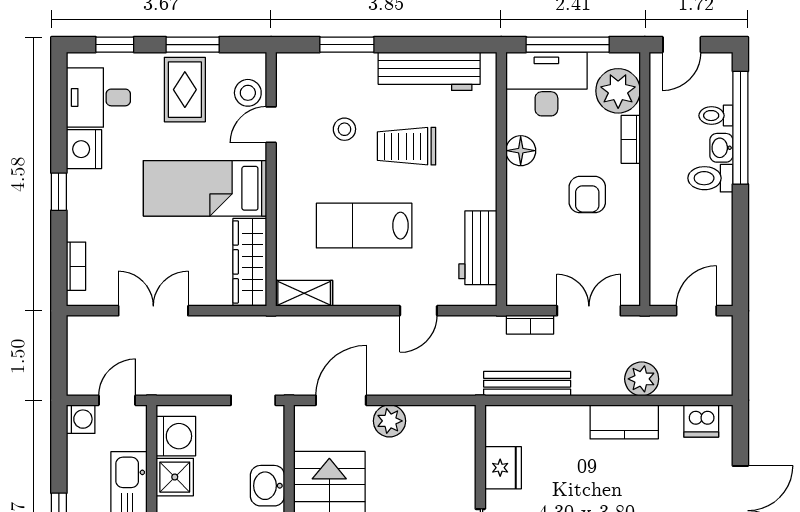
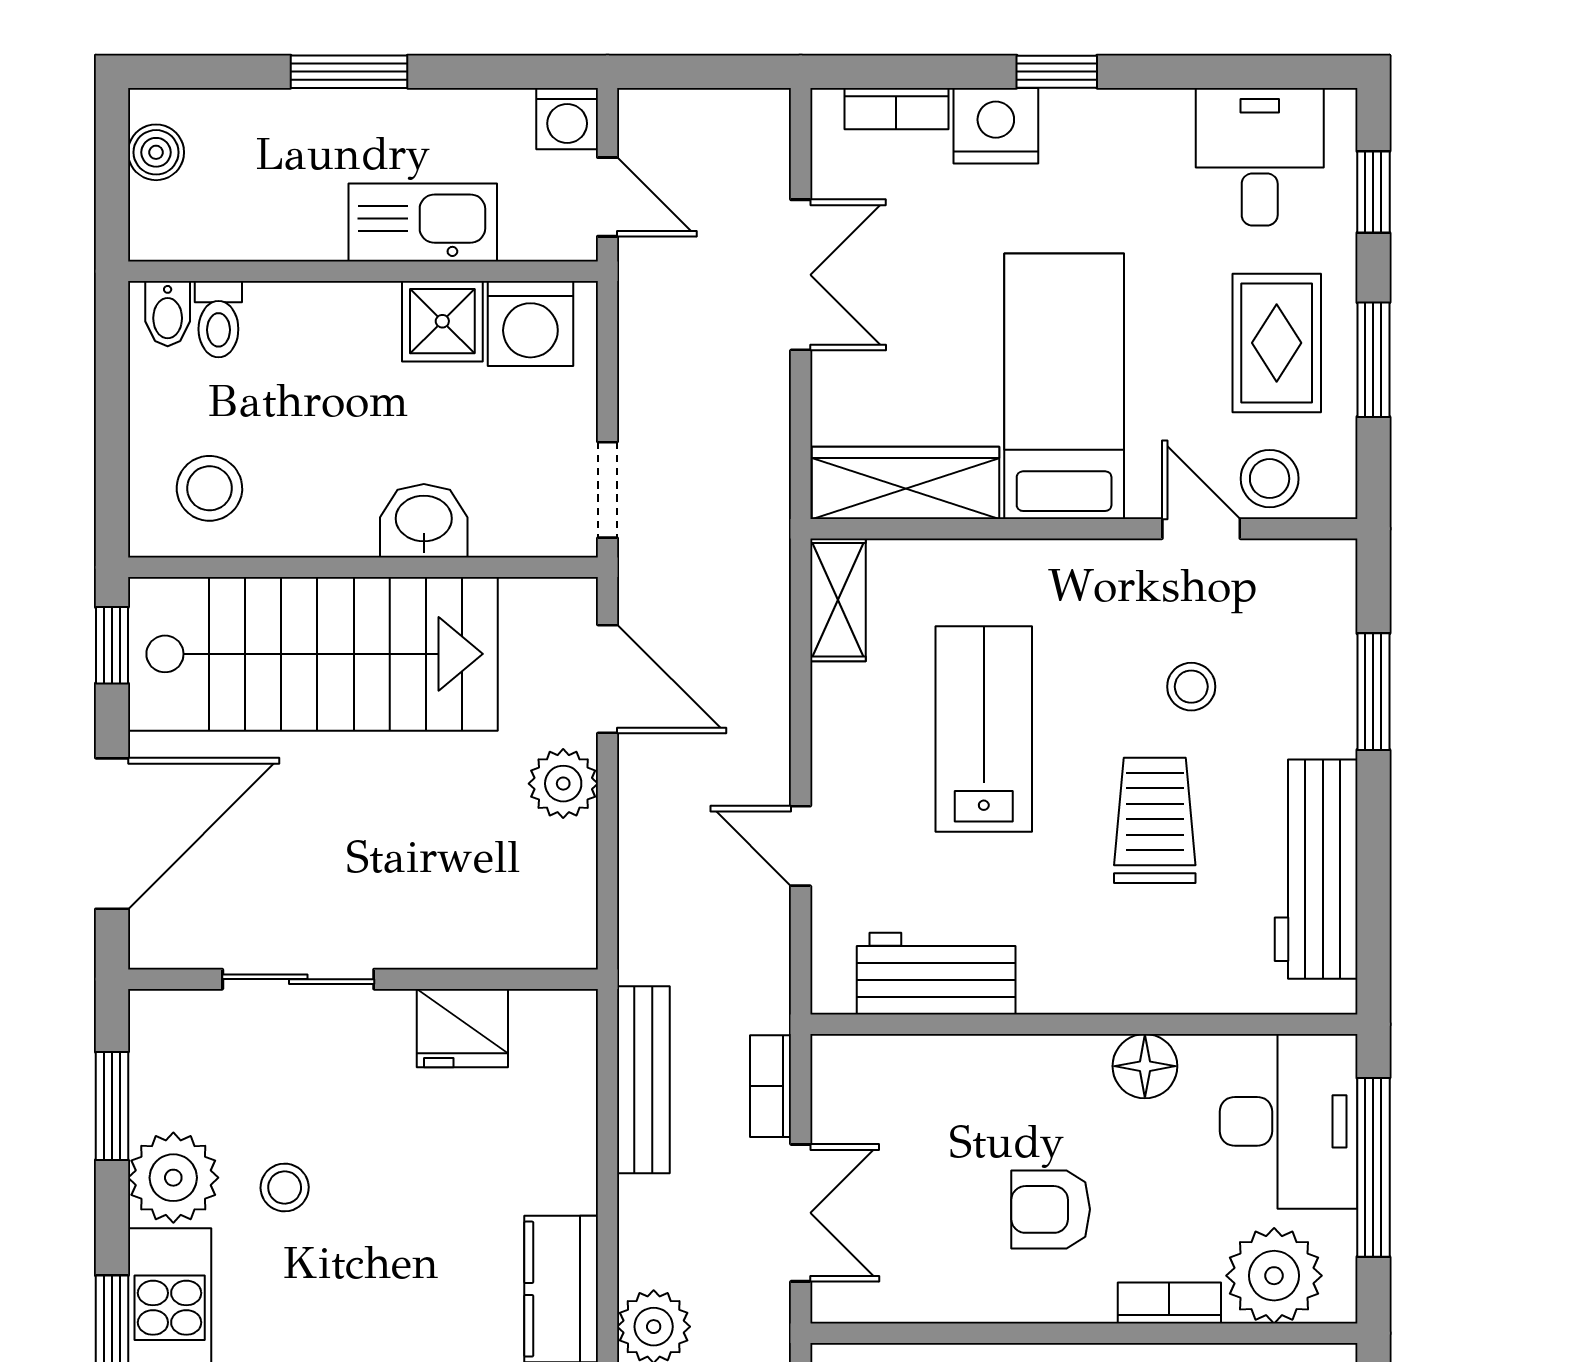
rug: (185, 90) -> (1277, 343), turned 90
nightstand: (84, 149) -> (996, 126), moved

